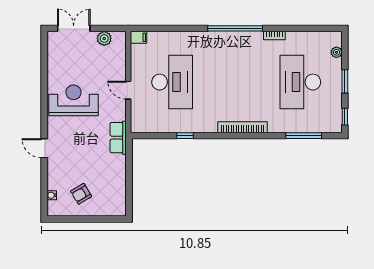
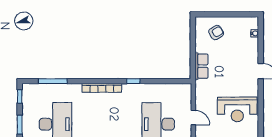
window: (185, 136) -> (133, 81), moved
row of seats: (118, 138) -> (201, 66), moved
armchair: (81, 194) -> (216, 33), moved

